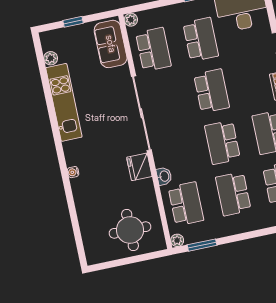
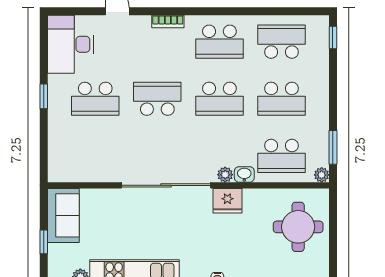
plant: (131, 20) -> (225, 175), moved
school desk: (201, 39) -> (95, 99), turned 180
sofa: (111, 44) -> (63, 215), moved, turned -90
school desk: (153, 49) -> (95, 156), removed
school desk: (186, 204) -> (282, 156), turned 180

